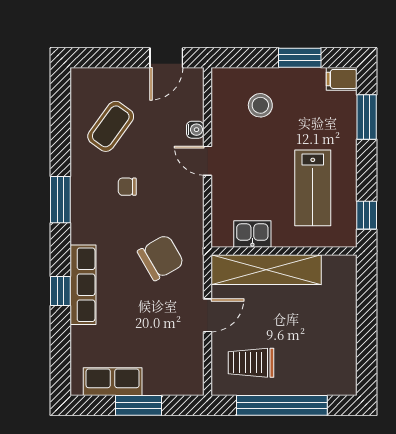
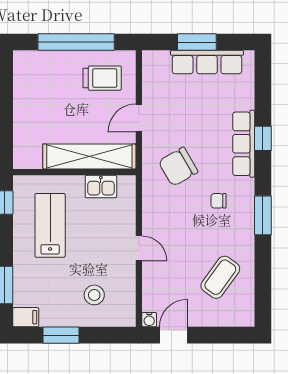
water cooler: (195, 130) -> (149, 320), moved, turned -90
chair: (127, 187) -> (219, 201), moved, turned 180
row of seats: (113, 382) -> (207, 62), width x1.48

